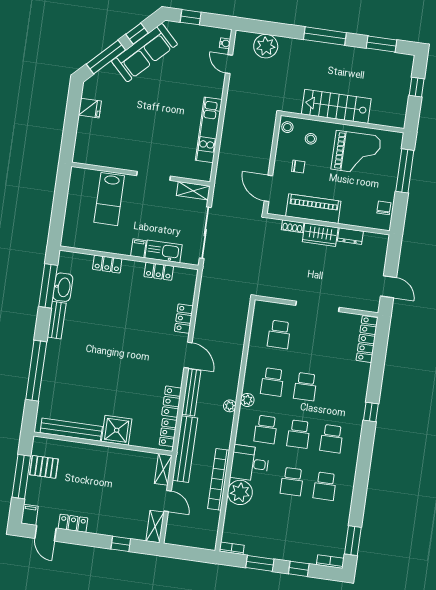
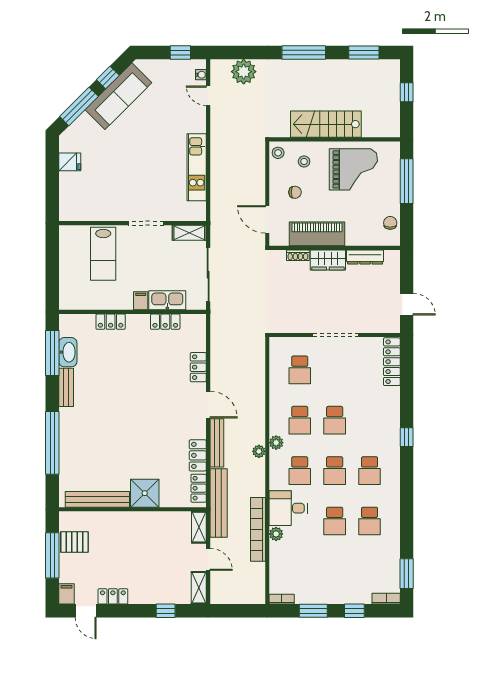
window: (191, 17) -> (180, 53), moved
dresser: (350, 236) -> (365, 257), width x1.44
plant: (240, 492) -> (276, 534), width x0.53, depth x0.53

